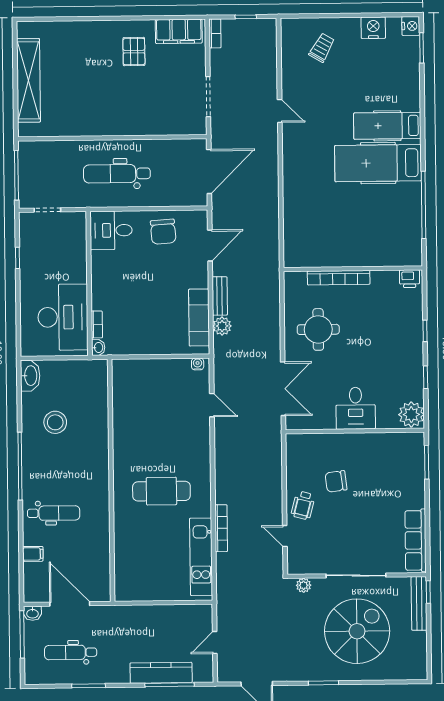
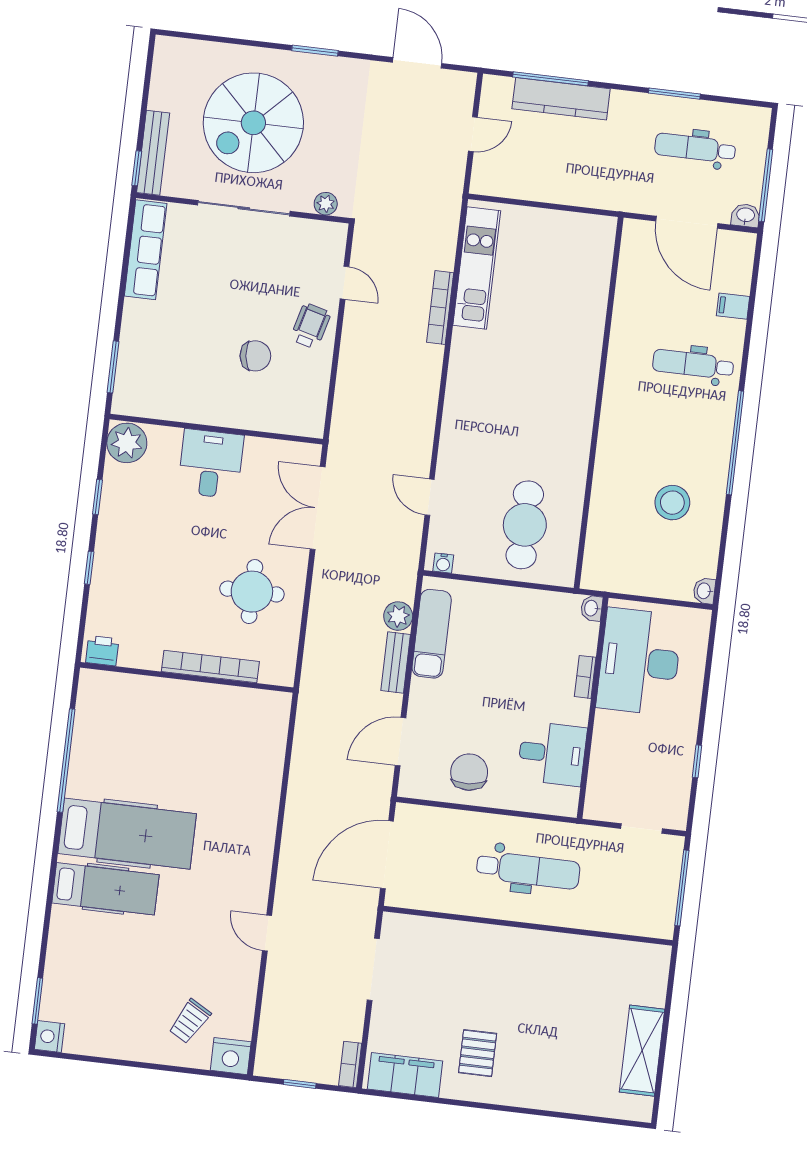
nightstand: (373, 28) -> (231, 1056), moved
shelving: (28, 80) -> (642, 1051), width x0.68
desk: (111, 230) -> (552, 754), moved
bookcase: (97, 324) -> (585, 677), moved
washbasin: (30, 376) -> (704, 591), width x0.52, depth x0.69
cafe table: (161, 491) -> (525, 525), moved, turned 90
dental chair: (71, 652) -> (695, 148), turned 180

